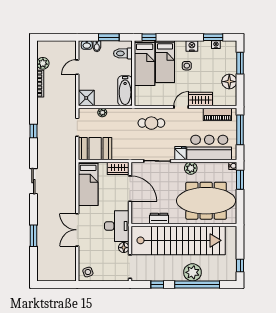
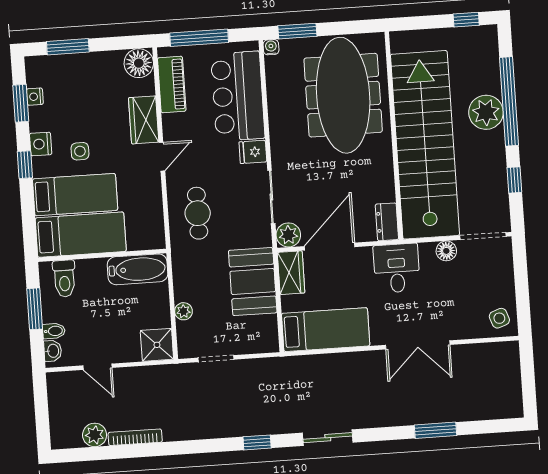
window: (149, 37) -> (25, 165), moved
floor lamp: (229, 82) -> (139, 63), moved
door: (181, 107) -> (162, 157), swing flipped
window: (33, 131) -> (257, 442), moved
booth: (95, 149) -> (253, 282), moved
plant: (191, 168) -> (288, 235), moved
dresser: (159, 218) -> (387, 222), moved
desk: (117, 226) -> (397, 268), width x0.73

